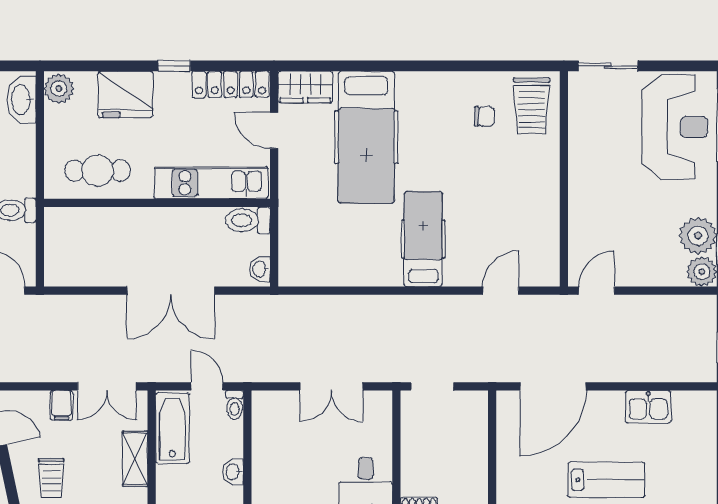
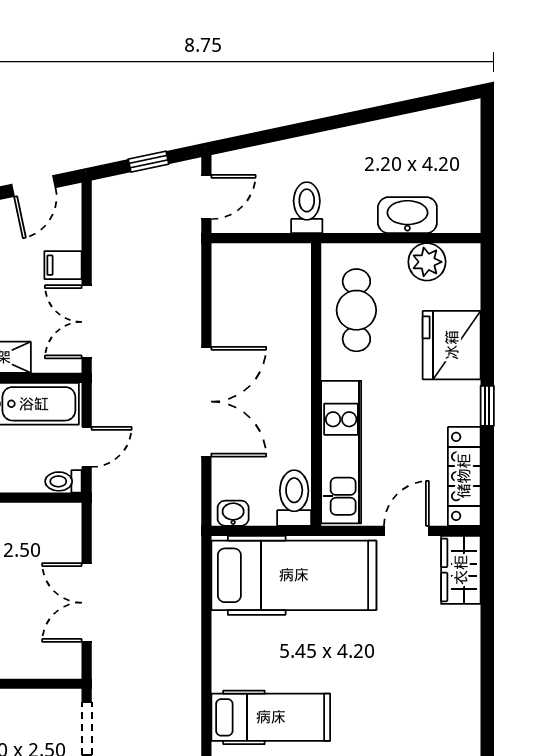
plant: (59, 89) -> (427, 262), moved
washbasin: (22, 100) -> (407, 215), moved
hospital bed: (366, 137) -> (294, 575), moved, turned 180
double door: (171, 291) -> (206, 402), swing flipped

